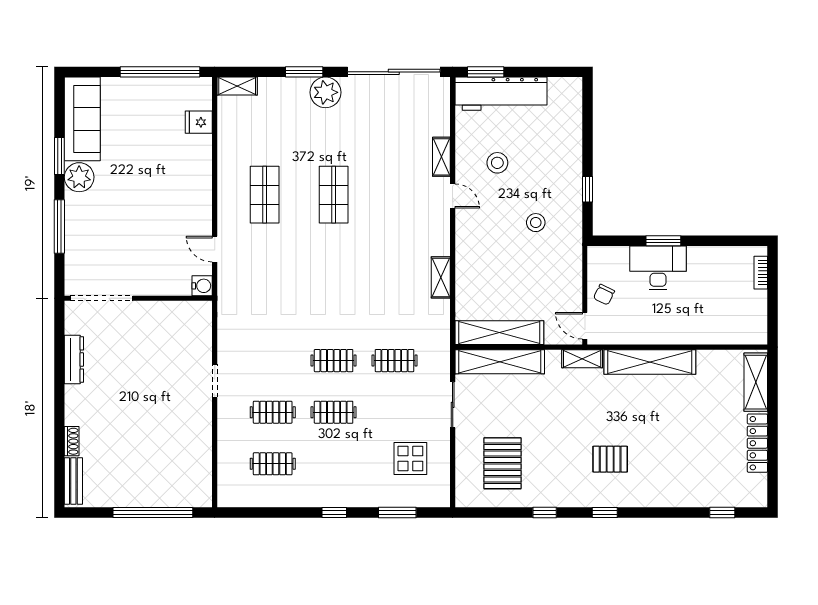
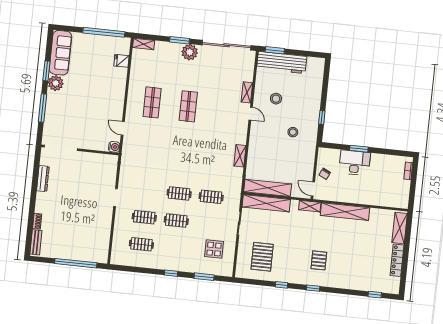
pallet: (610, 459) -> (319, 260), turned 90

